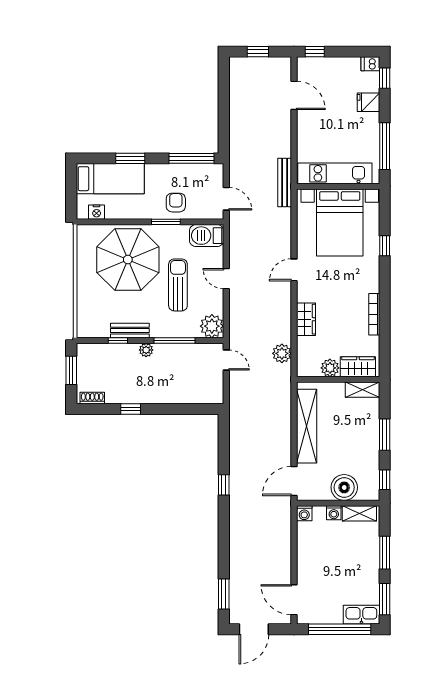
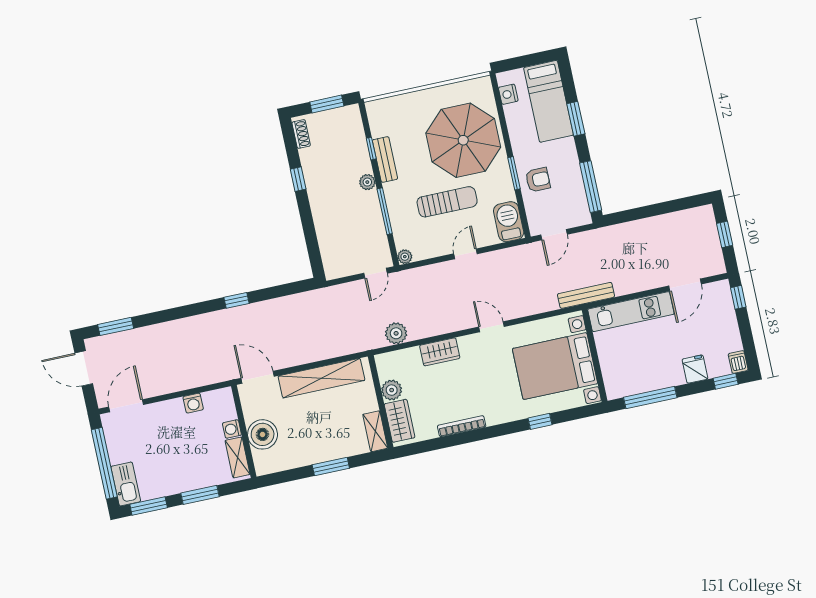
kitchen unit: (335, 173) -> (631, 312), moved, turned 90
plant: (212, 326) -> (405, 257), width x0.53, depth x0.53
window: (385, 480) -> (281, 477), removed
washing machine: (304, 513) -> (193, 403), moved, turned -90

